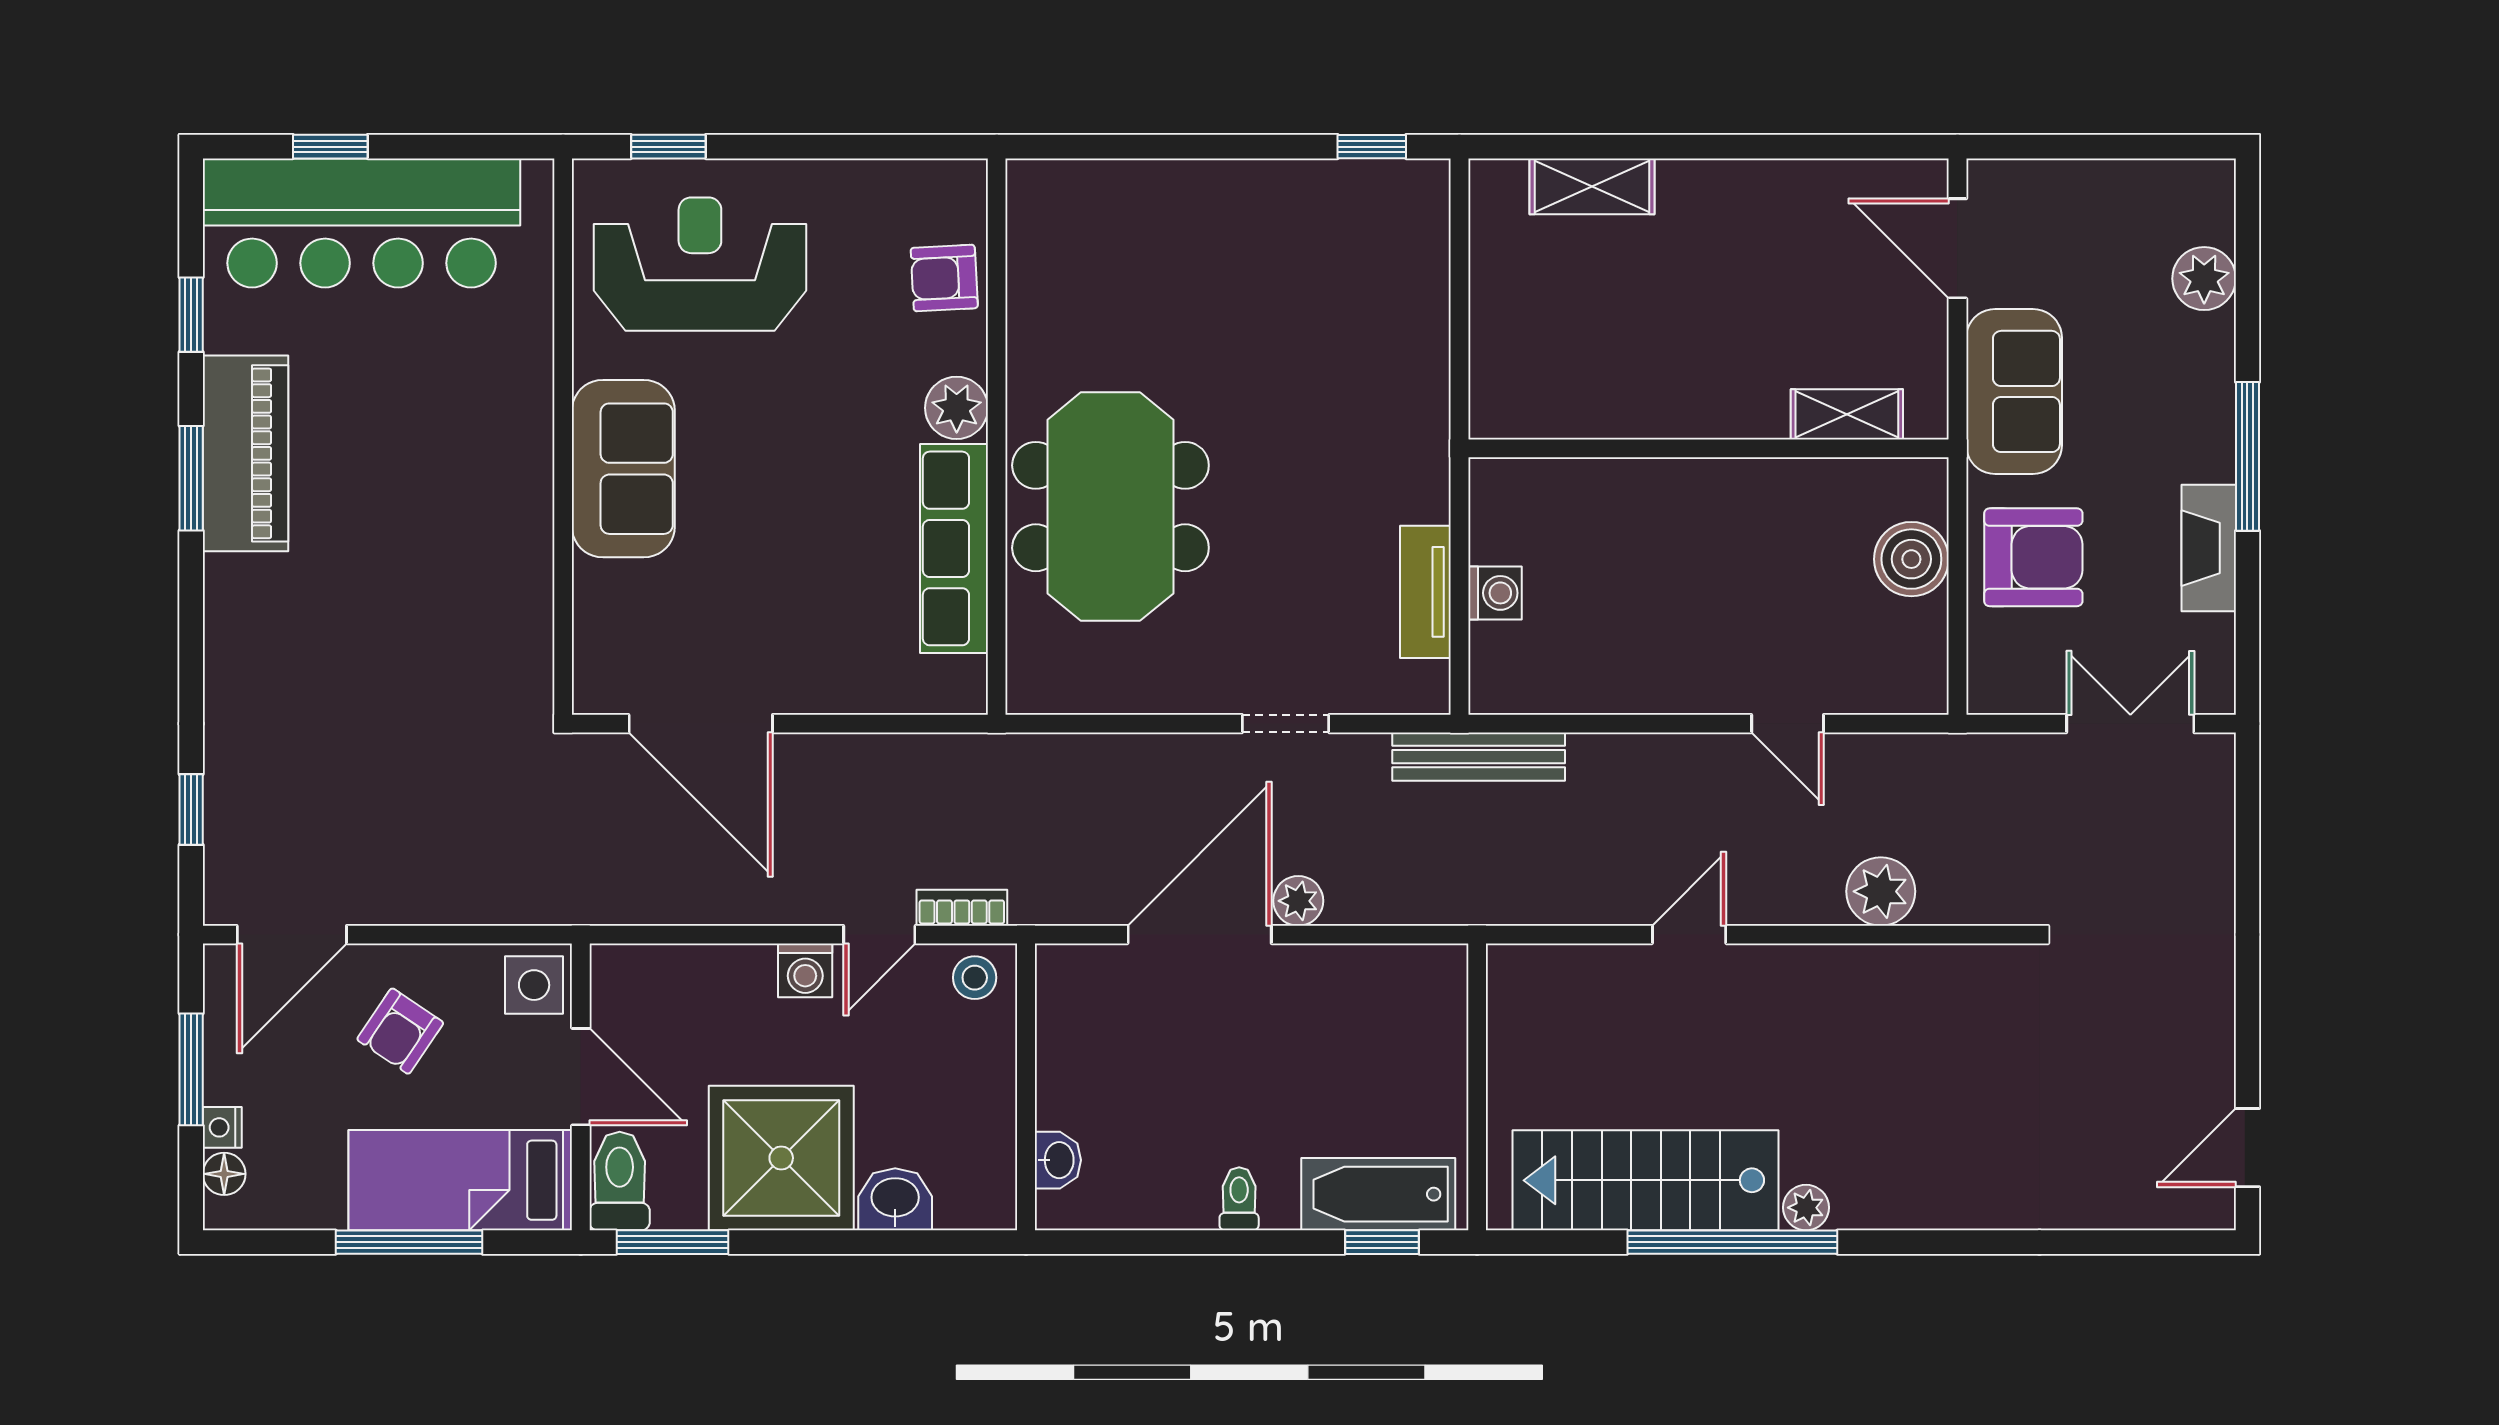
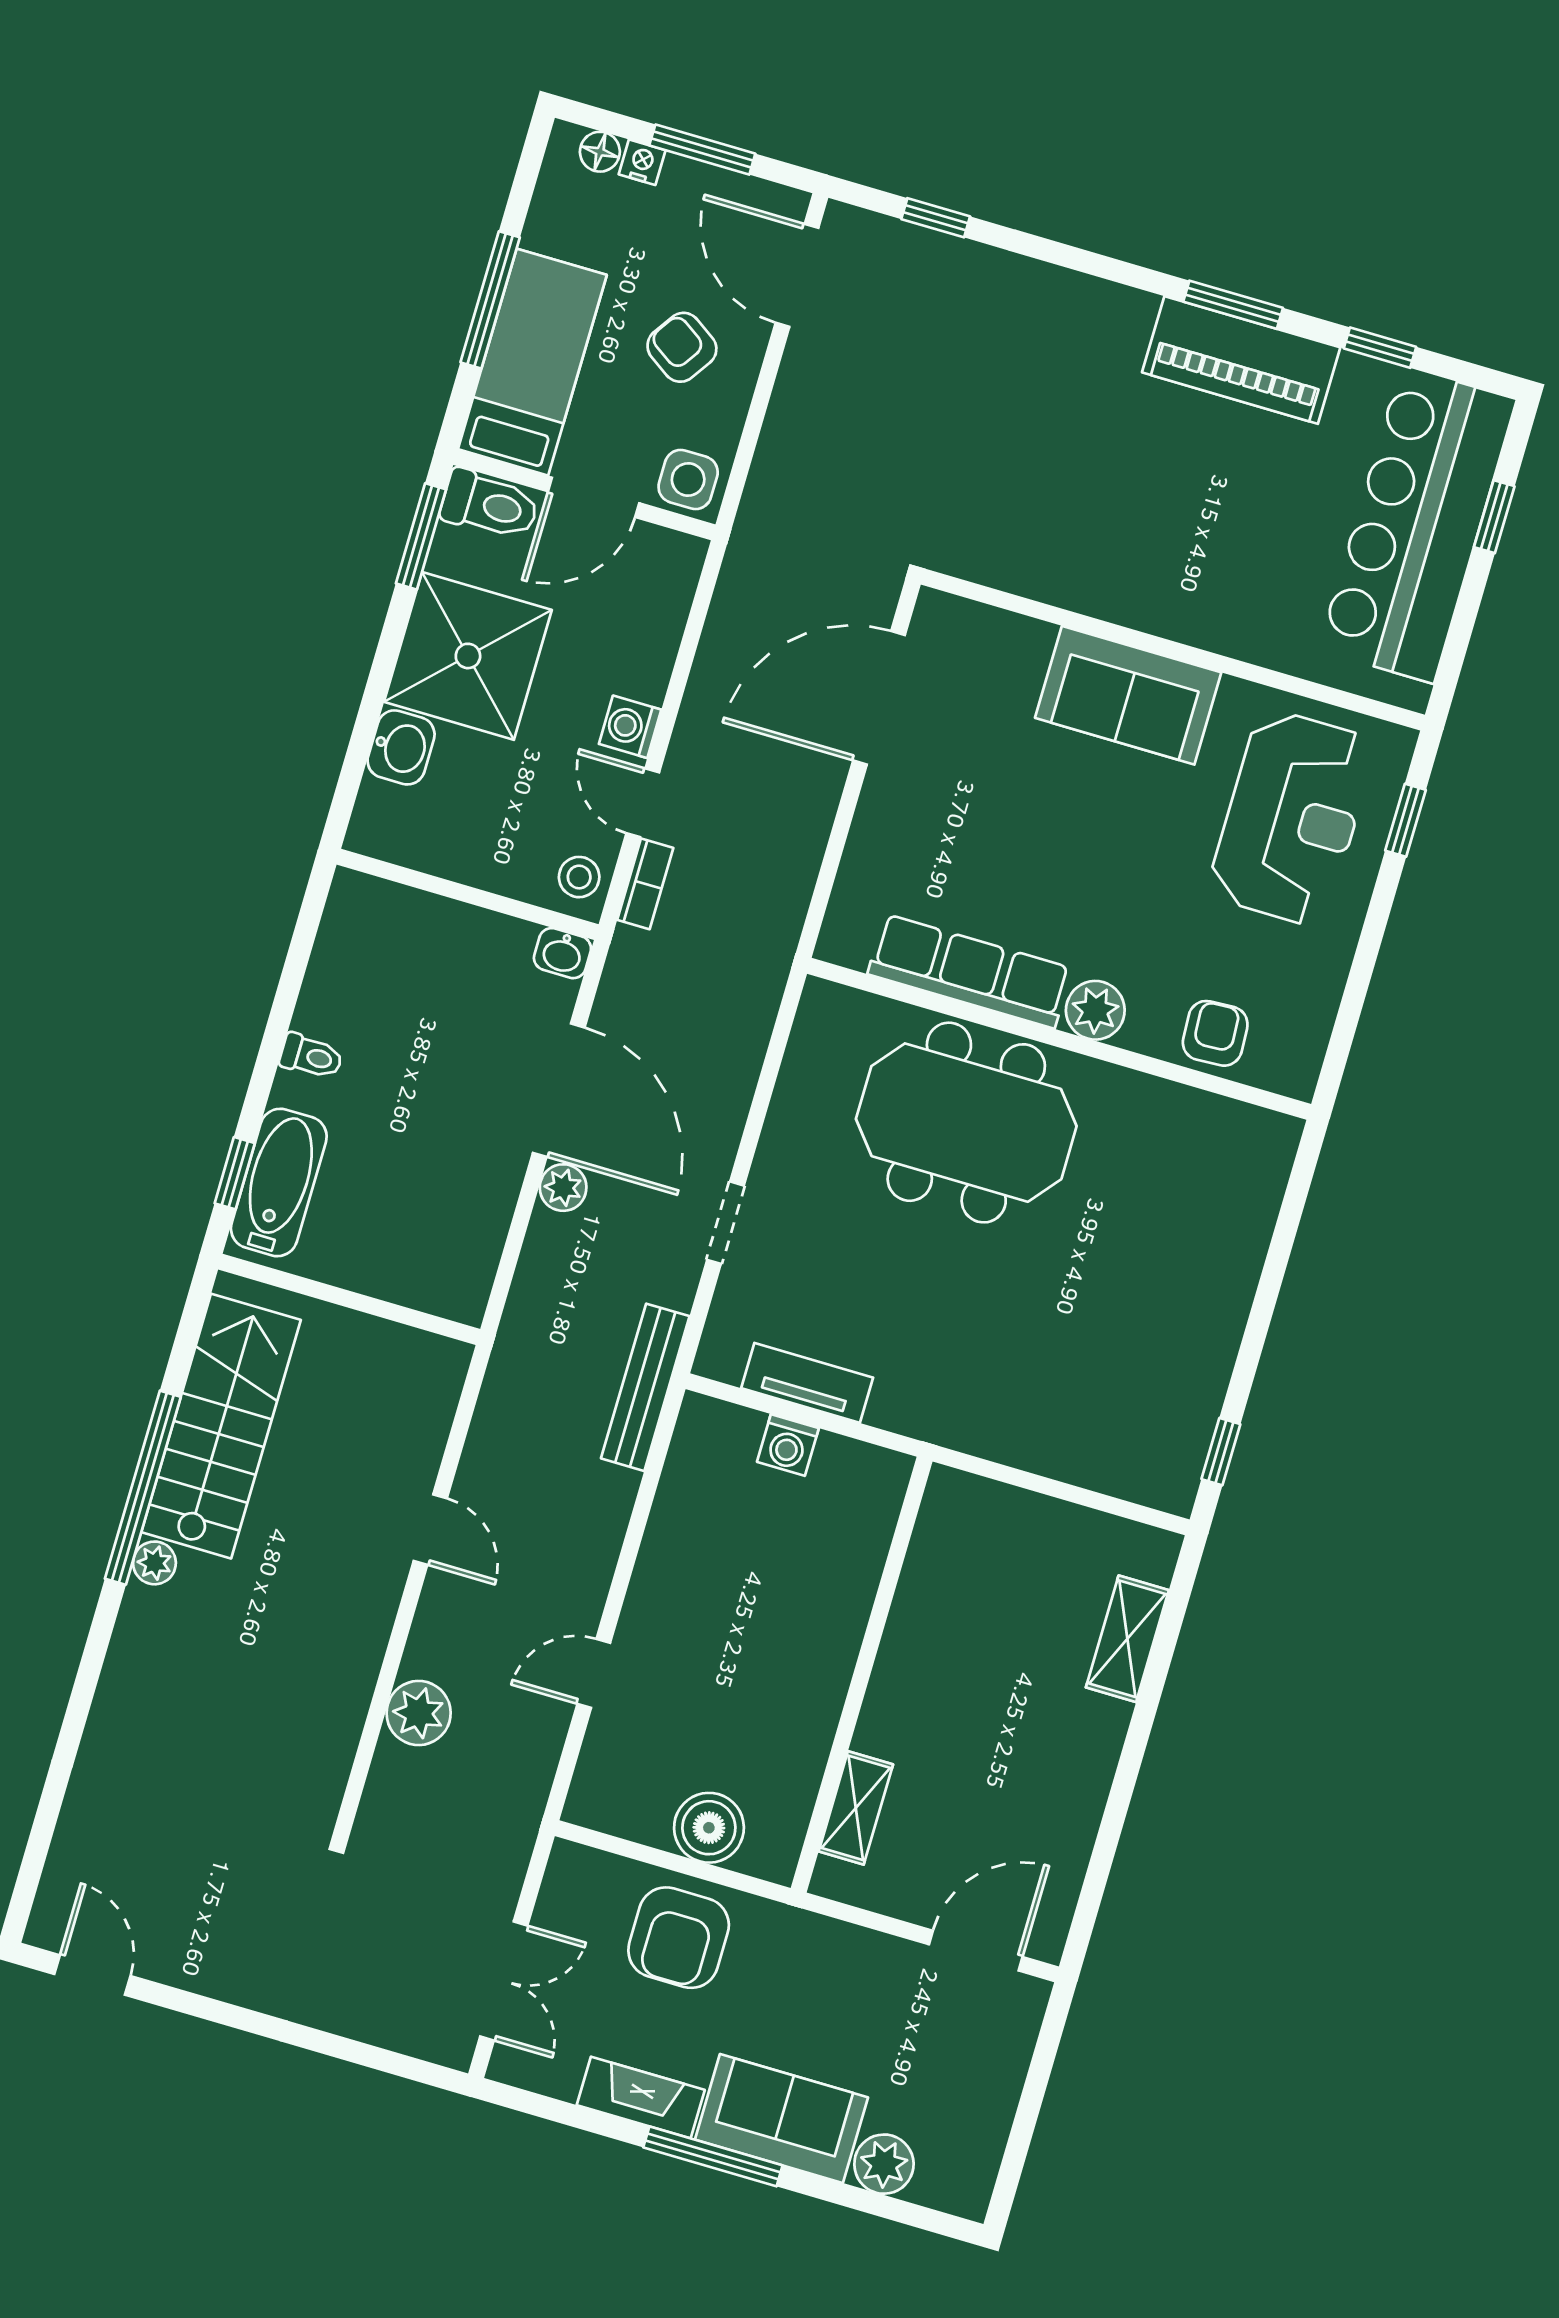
sofa: (2014, 391) -> (781, 2118), moved, turned 180
washbasin: (1058, 1160) -> (562, 953), moved

